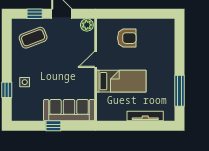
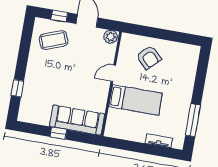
armchair: (127, 38) -> (149, 57), turned 45
side table: (25, 82) -> (37, 84), removed
tv unit: (145, 116) -> (159, 141), width x0.71

